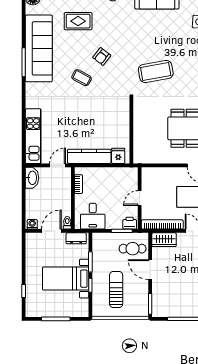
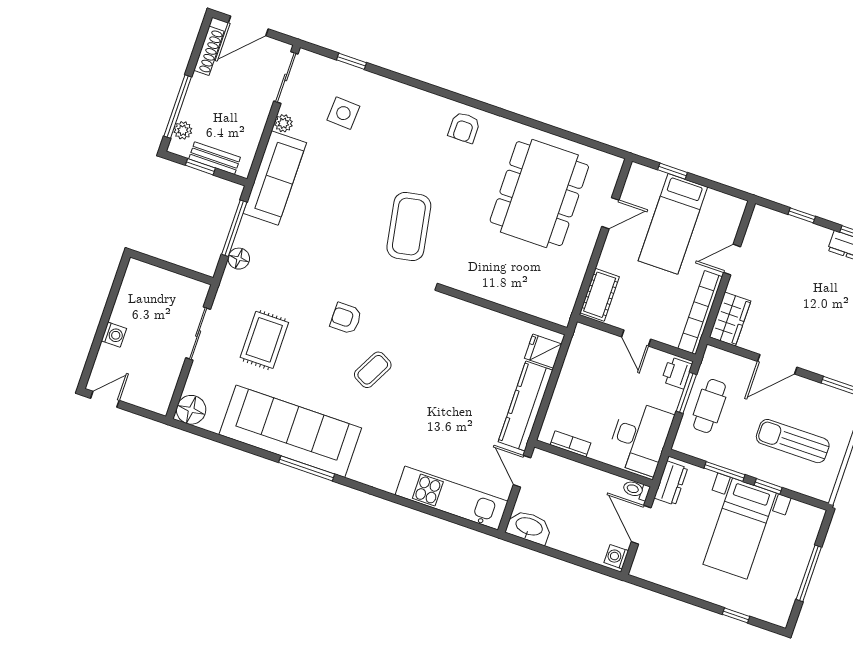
armchair: (102, 56) -> (346, 318), turned 142
cot: (154, 174) -> (600, 295), added
desk: (93, 216) -> (640, 438), width x1.37
cafe table: (133, 249) -> (709, 406), moved

